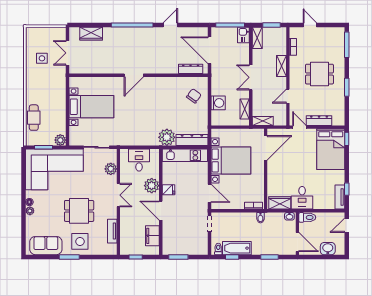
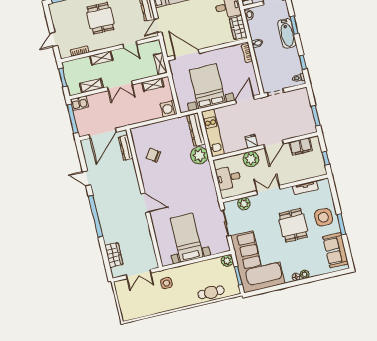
shelving: (257, 38) -> (92, 86), moved
side table: (42, 58) -> (166, 283), moved
chair: (194, 96) -> (153, 155), moved
washing machine: (218, 103) -> (169, 109), moved, turned -90
bathtub: (237, 248) -> (287, 33), moved

